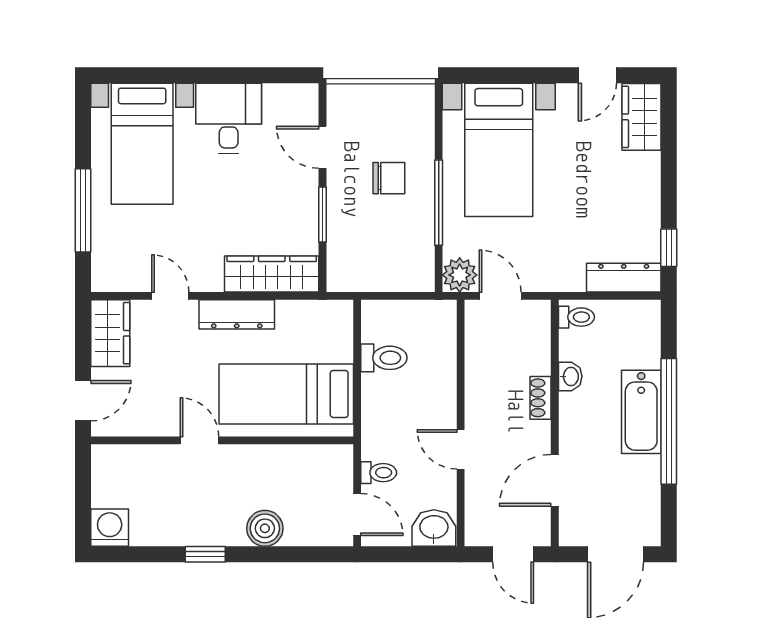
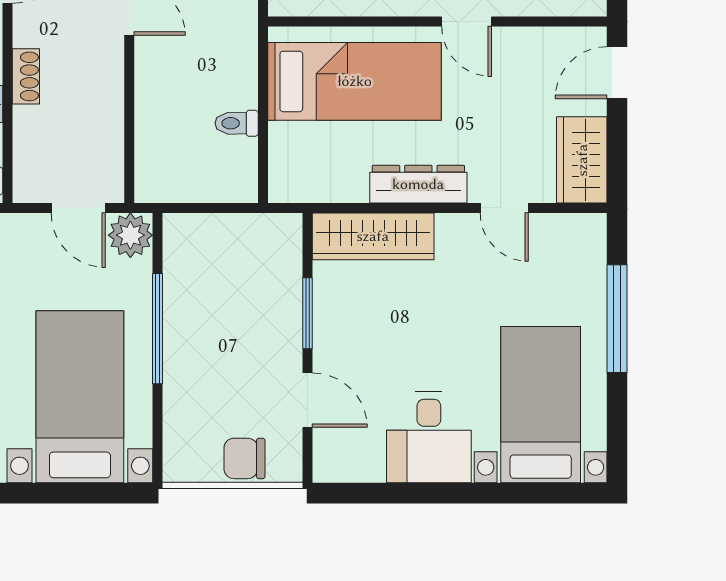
chair: (389, 178) -> (244, 458), moved
toilet: (384, 358) -> (237, 123), width x0.73, depth x0.72

